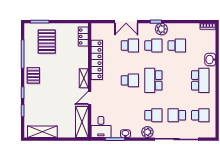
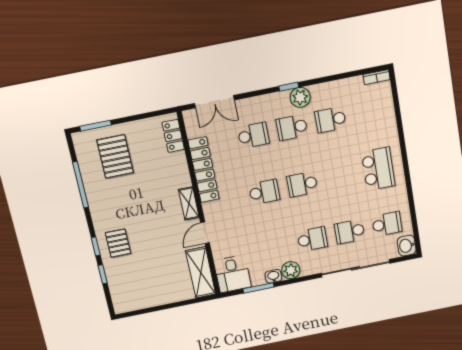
double door: (126, 22) -> (214, 102), moved
school desk: (153, 46) -> (292, 128), turned 180
school desk: (177, 46) -> (330, 120), turned 180
washbasin: (210, 60) -> (407, 246), moved
pallet: (33, 75) -> (118, 243), moved
school desk: (153, 80) -> (302, 184), width x0.54
shelving: (42, 132) -> (142, 300), removed
plant: (147, 132) -> (291, 270), moved

